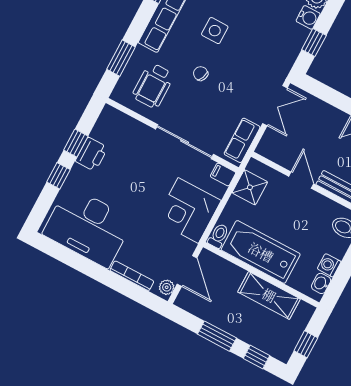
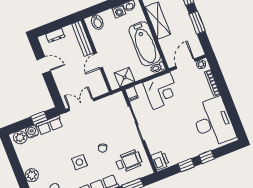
row of seats: (242, 140) -> (50, 125), moved
printer: (92, 154) -> (160, 160), moved, turned 90

